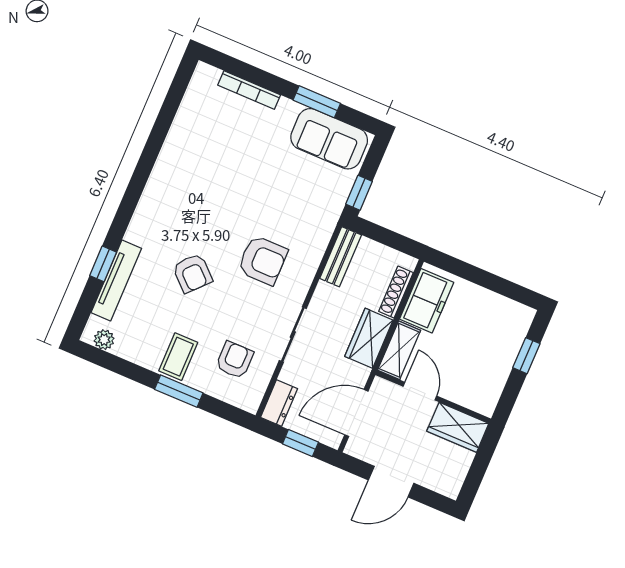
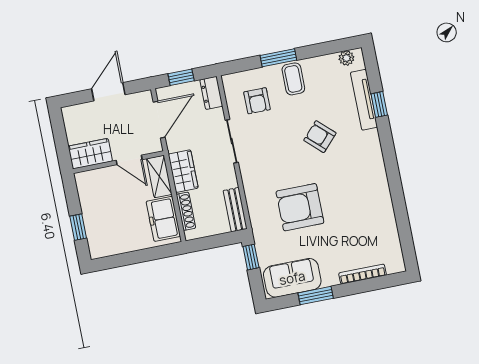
armchair: (263, 260) -> (300, 207), moved, width x1.36, depth x1.36

